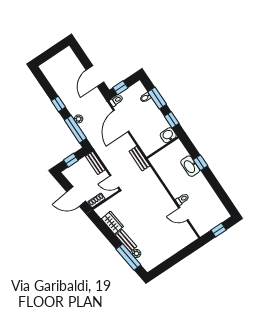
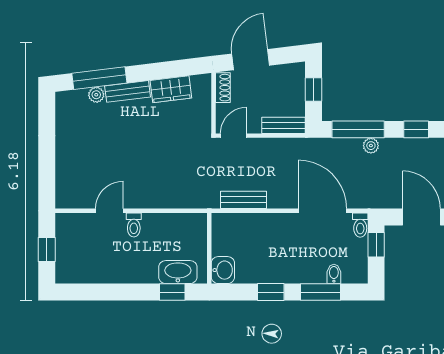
washbasin: (168, 135) -> (223, 270), moved
wall: (163, 148) -> (209, 248), moved

